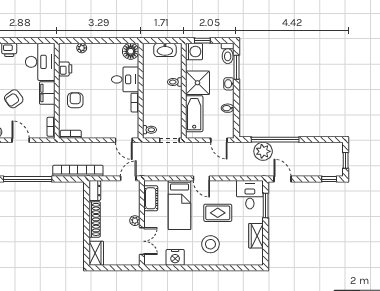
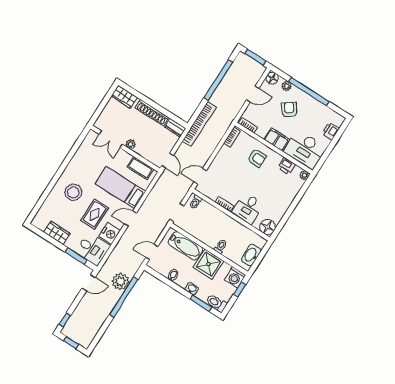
plant: (82, 48) -> (304, 175), moved
nightstand: (175, 257) -> (110, 234), moved, turned 180

